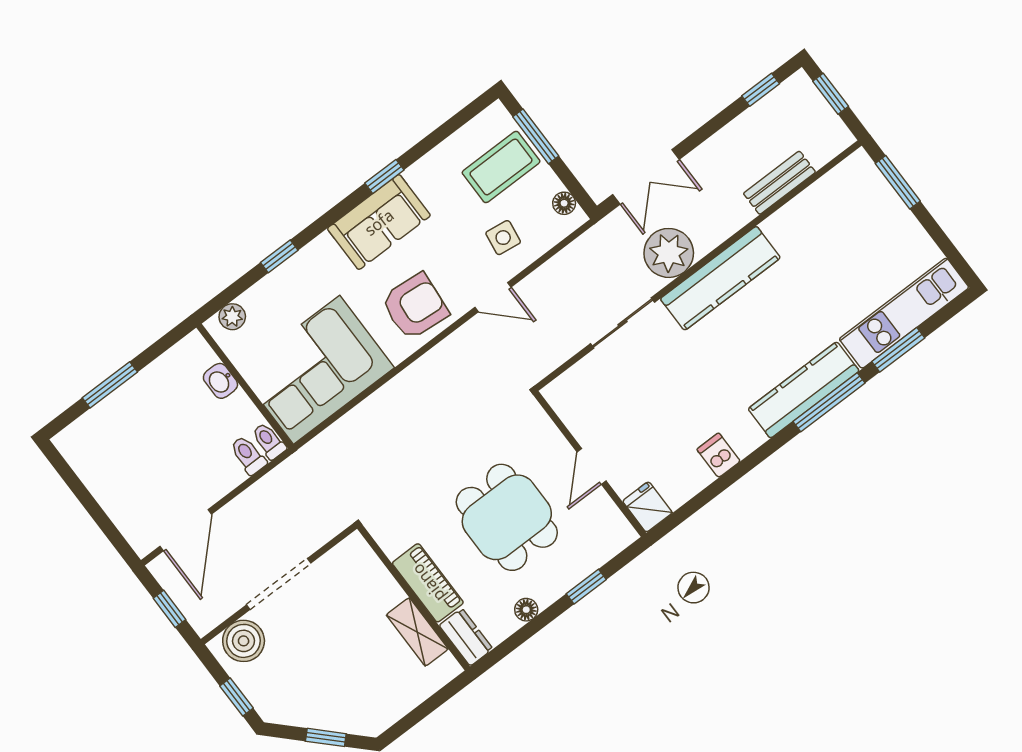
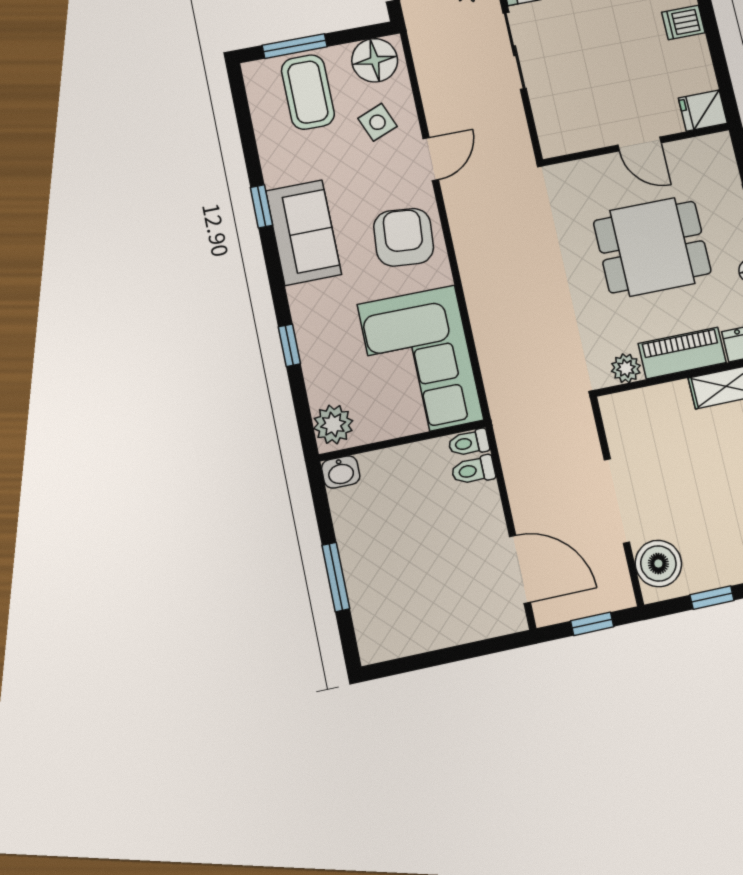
floor lamp: (564, 203) -> (375, 60), width x1.89, depth x1.89
side table: (503, 238) -> (378, 122), turned -30
plant: (232, 317) -> (333, 425), width x1.38, depth x1.38
washbasin: (220, 381) -> (341, 472), moved
plant: (393, 542) -> (626, 368), added

